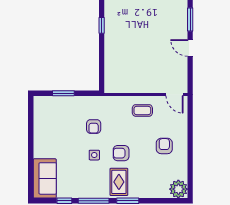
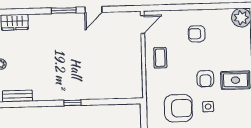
armchair: (94, 127) -> (178, 108), width x1.88, depth x1.88

